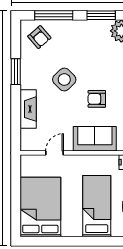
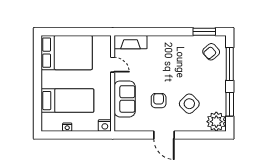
window: (16, 72) -> (204, 32), moved
side table: (64, 80) -> (189, 104), moved
fireplace: (28, 109) -> (131, 42), moved

